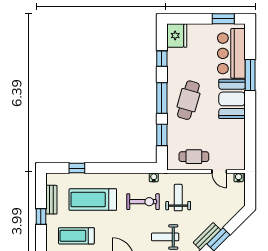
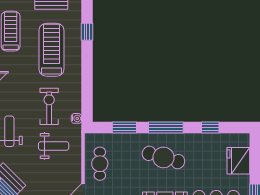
fridge: (177, 36) -> (238, 161), moved, turned 90
exercise bike: (143, 202) -> (49, 106), turned 180

